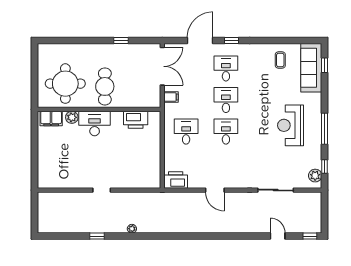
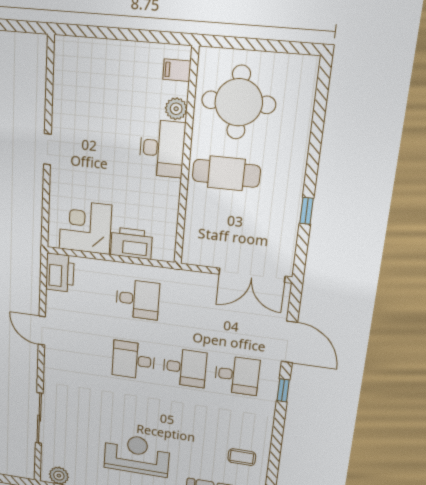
filing cabinet: (171, 97) -> (197, 283), removed
filing cabinet: (51, 119) -> (177, 70), width x0.50
printer: (136, 120) -> (131, 243), moved, turned 90
desk: (226, 132) -> (133, 360), turned 180
corner desk: (145, 166) -> (85, 227), added
door: (215, 190) -> (42, 331), hinge flipped

